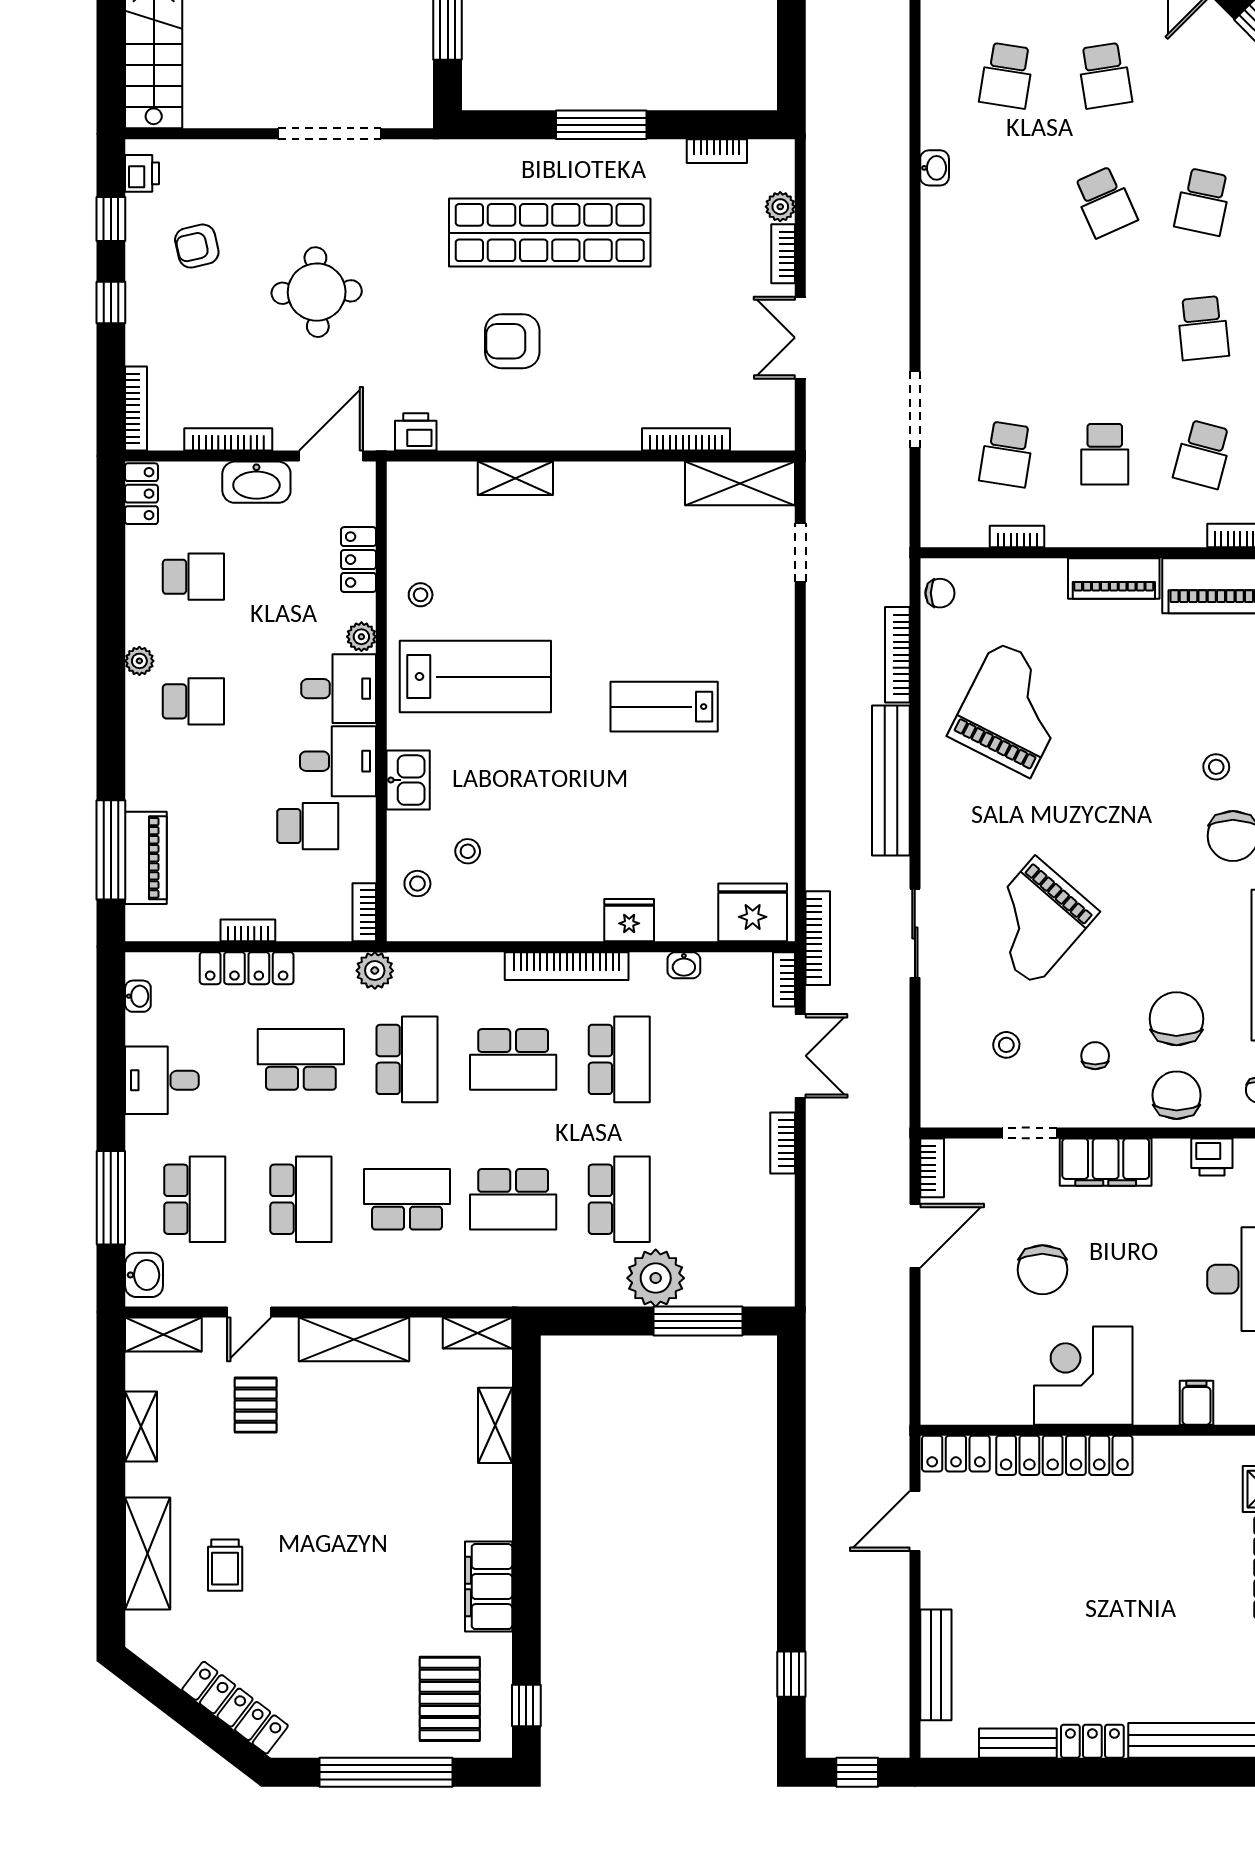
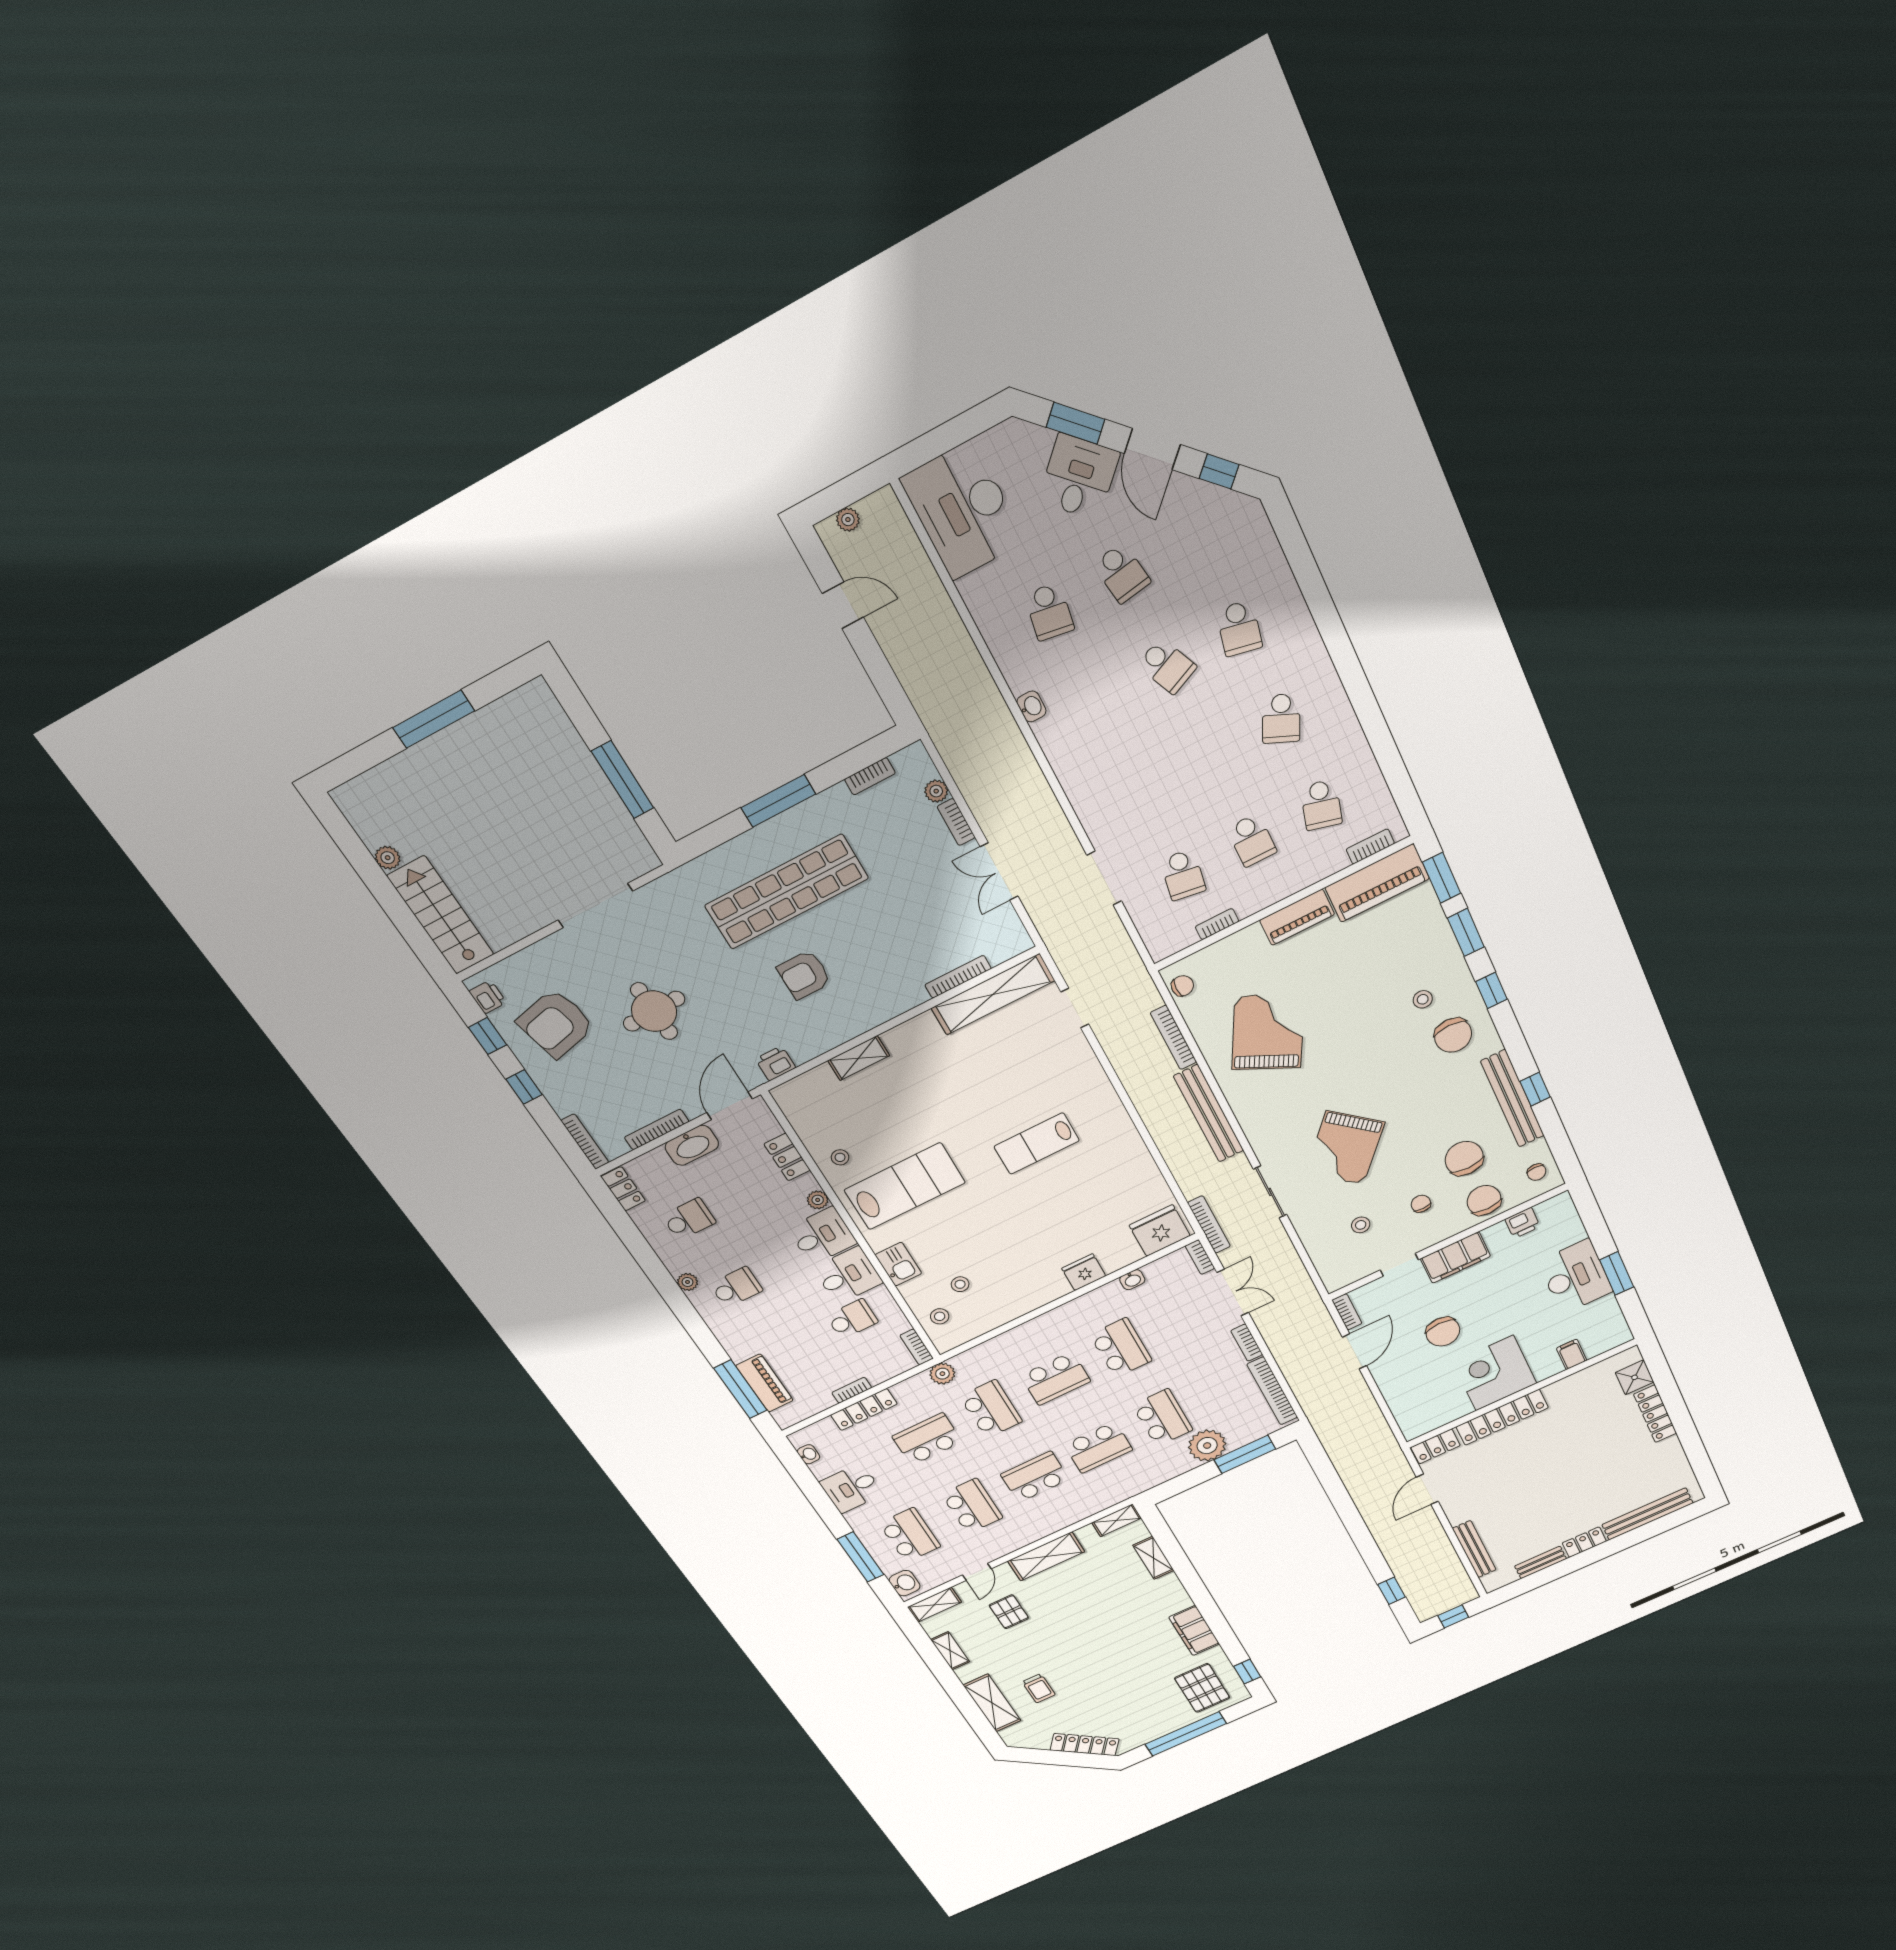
armchair: (197, 246) -> (556, 1024), width x1.88, depth x1.88
school desk: (1203, 328) -> (1281, 718), turned 30
shelving: (740, 483) -> (993, 994), width x1.47
bookcase: (567, 966) -> (1272, 1391), moved, turned 90

